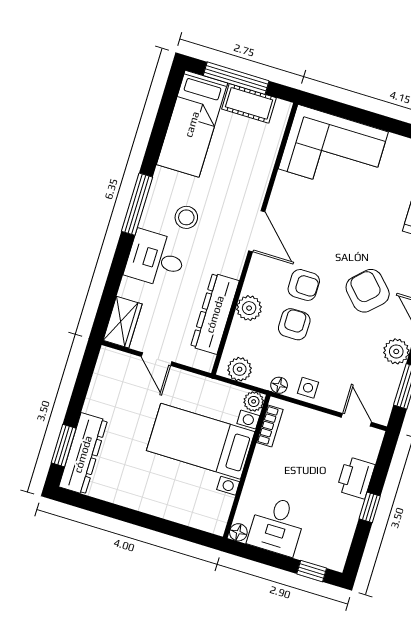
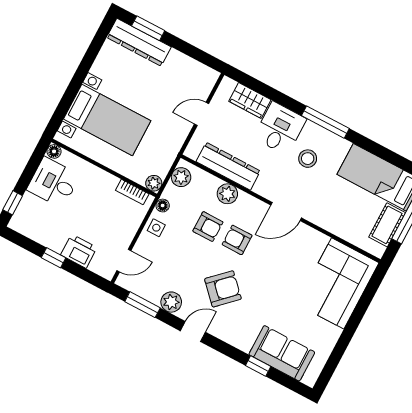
armchair: (304, 285) -> (237, 240), turned 90
wardrobe: (123, 322) -> (250, 100), moved
bed with nightstands: (201, 441) -> (107, 120), moved, turned 90

